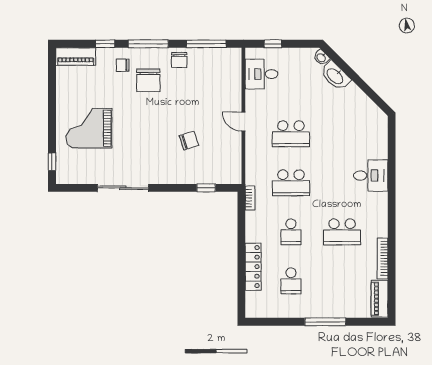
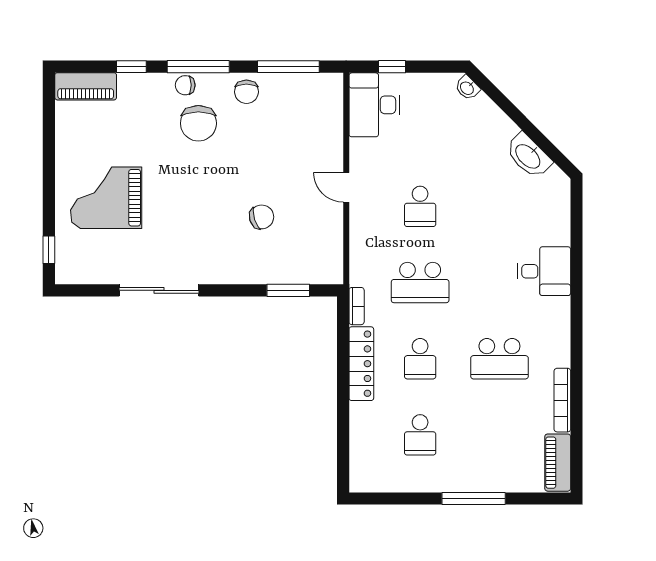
chair: (123, 65) -> (185, 85), moved
desk: (261, 74) -> (374, 105), width x1.37
washbasin: (335, 76) -> (528, 156), moved
school desk: (291, 134) -> (420, 206), width x0.54
window: (206, 188) -> (288, 290), width x1.50
locker: (253, 267) -> (361, 364), moved

